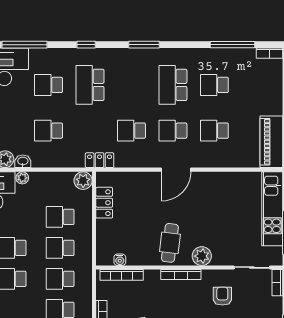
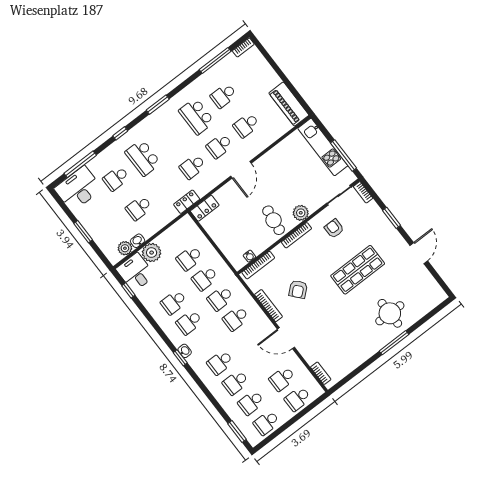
plant: (22, 178) -> (152, 253), width x1.88, depth x1.88
plant: (83, 181) -> (186, 223), removed
locker: (104, 203) -> (205, 208), moved, turned 90

